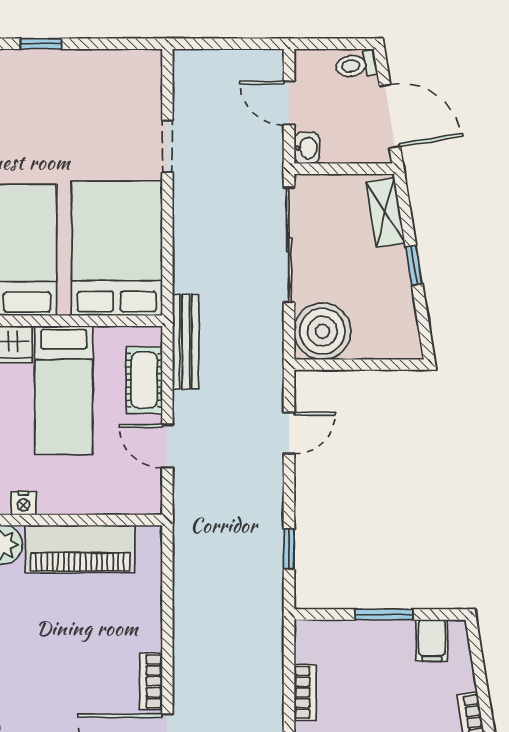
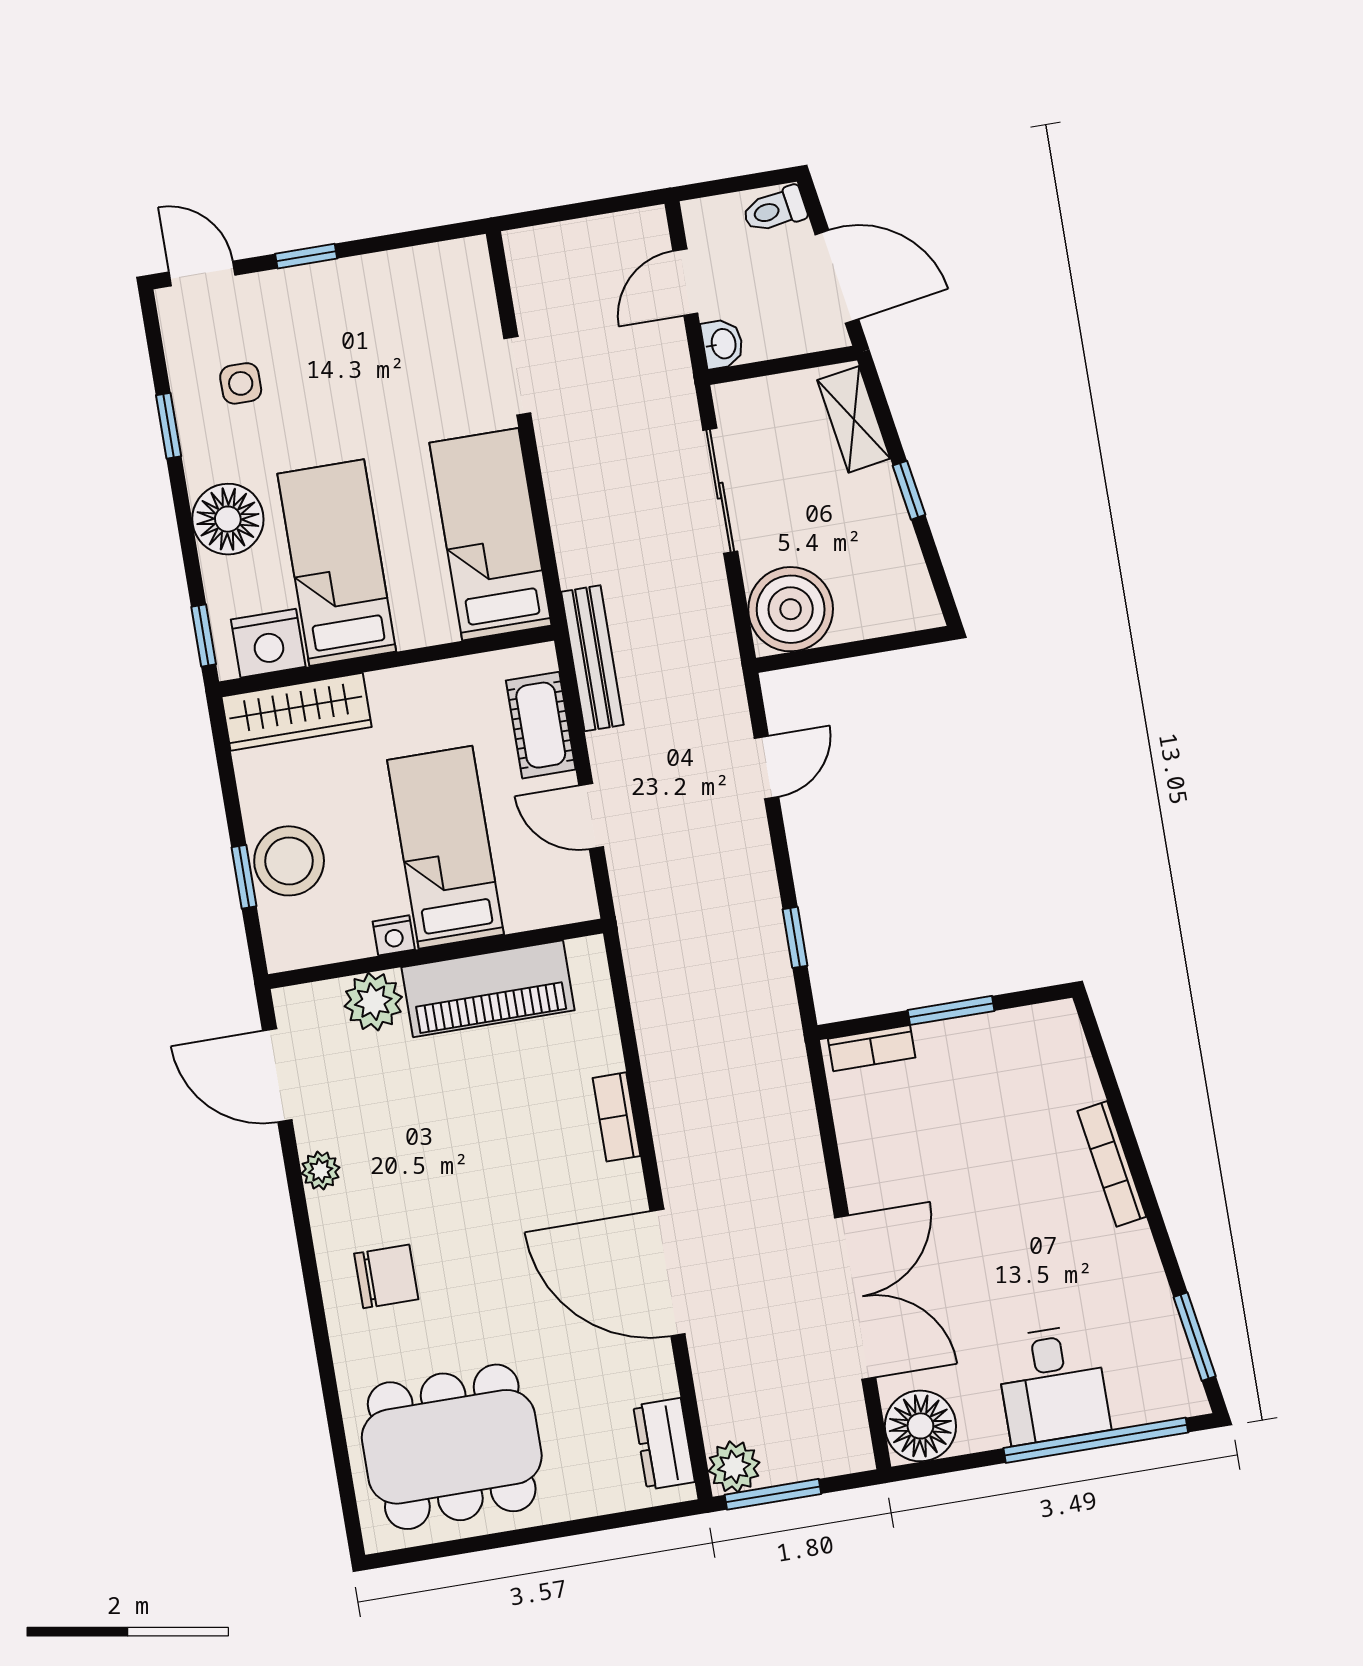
door: (289, 103) -> (685, 282), hinge flipped
sliding door: (289, 245) -> (720, 491), width x0.73
bed: (117, 248) -> (490, 534), width x0.67
bed: (64, 390) -> (446, 847), moved, turned 180
filing cabinet: (432, 640) -> (1027, 1037), removed
bookcase: (151, 681) -> (616, 1117), moved
bookcase: (305, 692) -> (872, 1048), moved, turned 90

